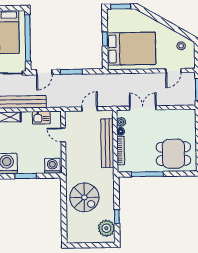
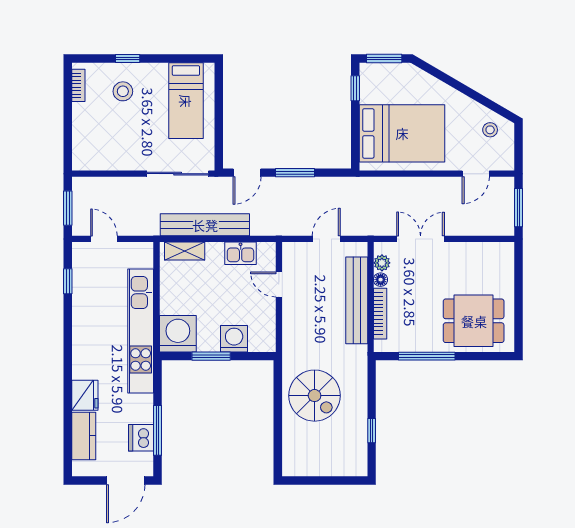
window: (28, 38) -> (219, 112), removed
window: (105, 39) -> (355, 88), moved
washing machine: (52, 166) -> (234, 339), moved
plant: (106, 228) -> (353, 451), removed

